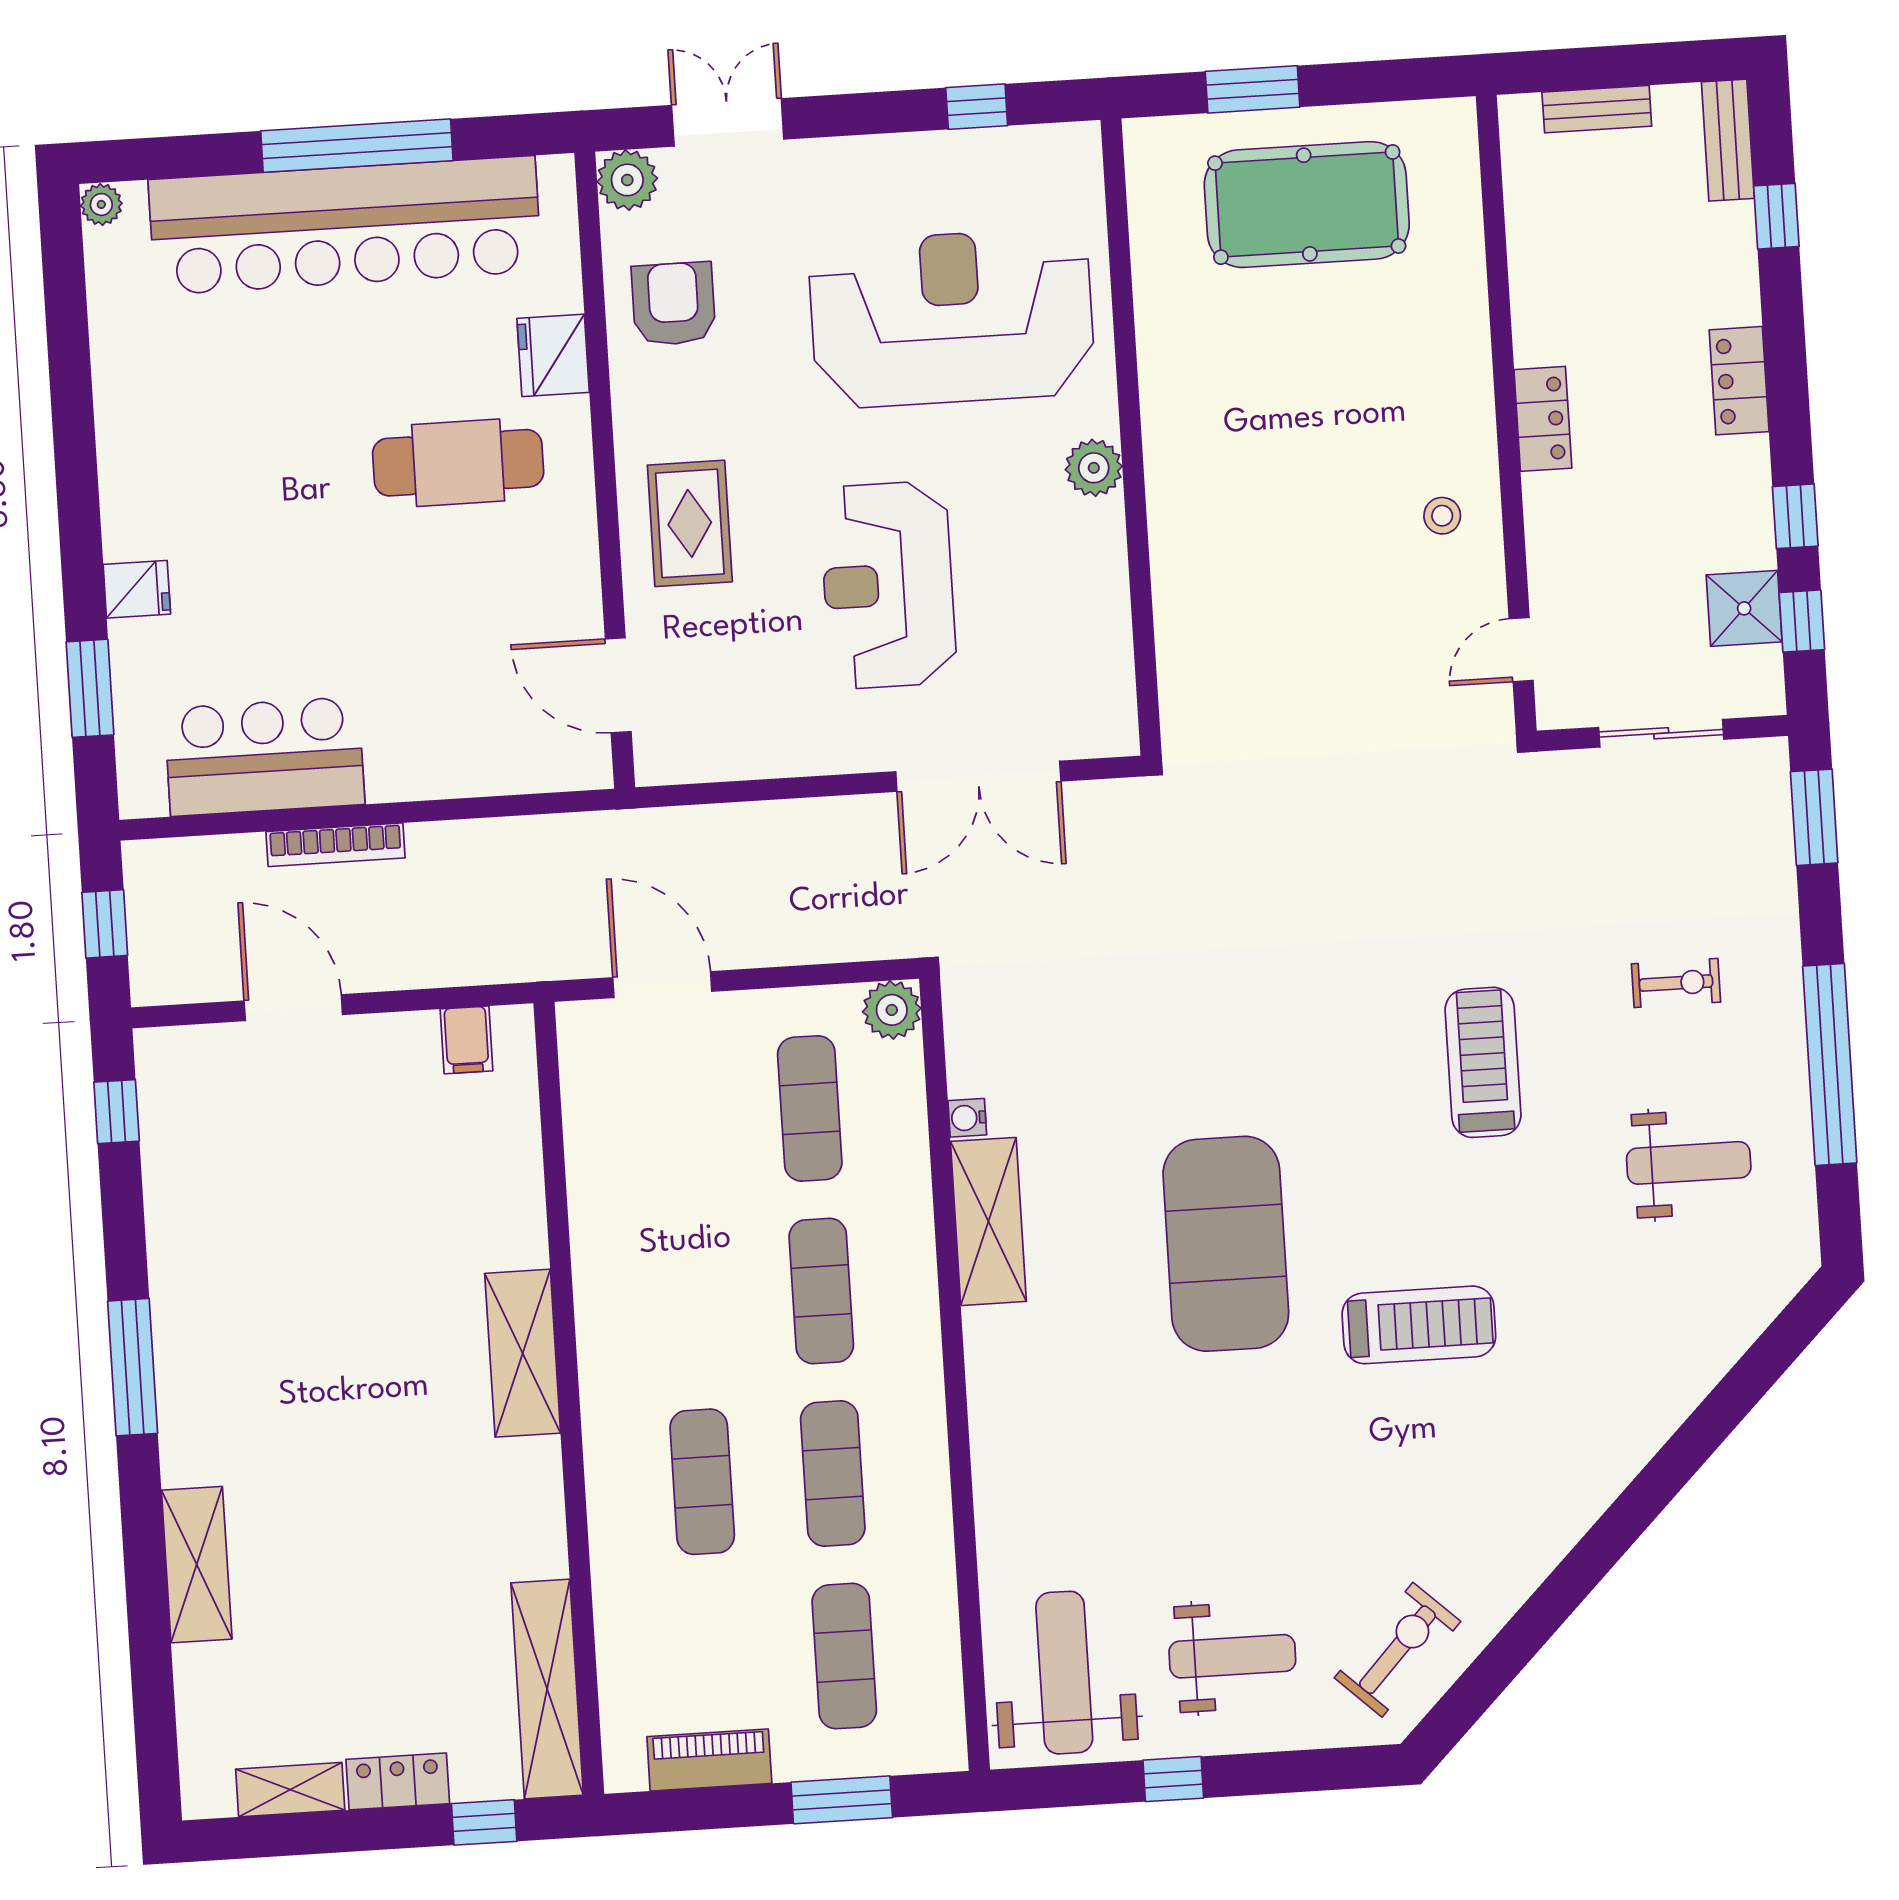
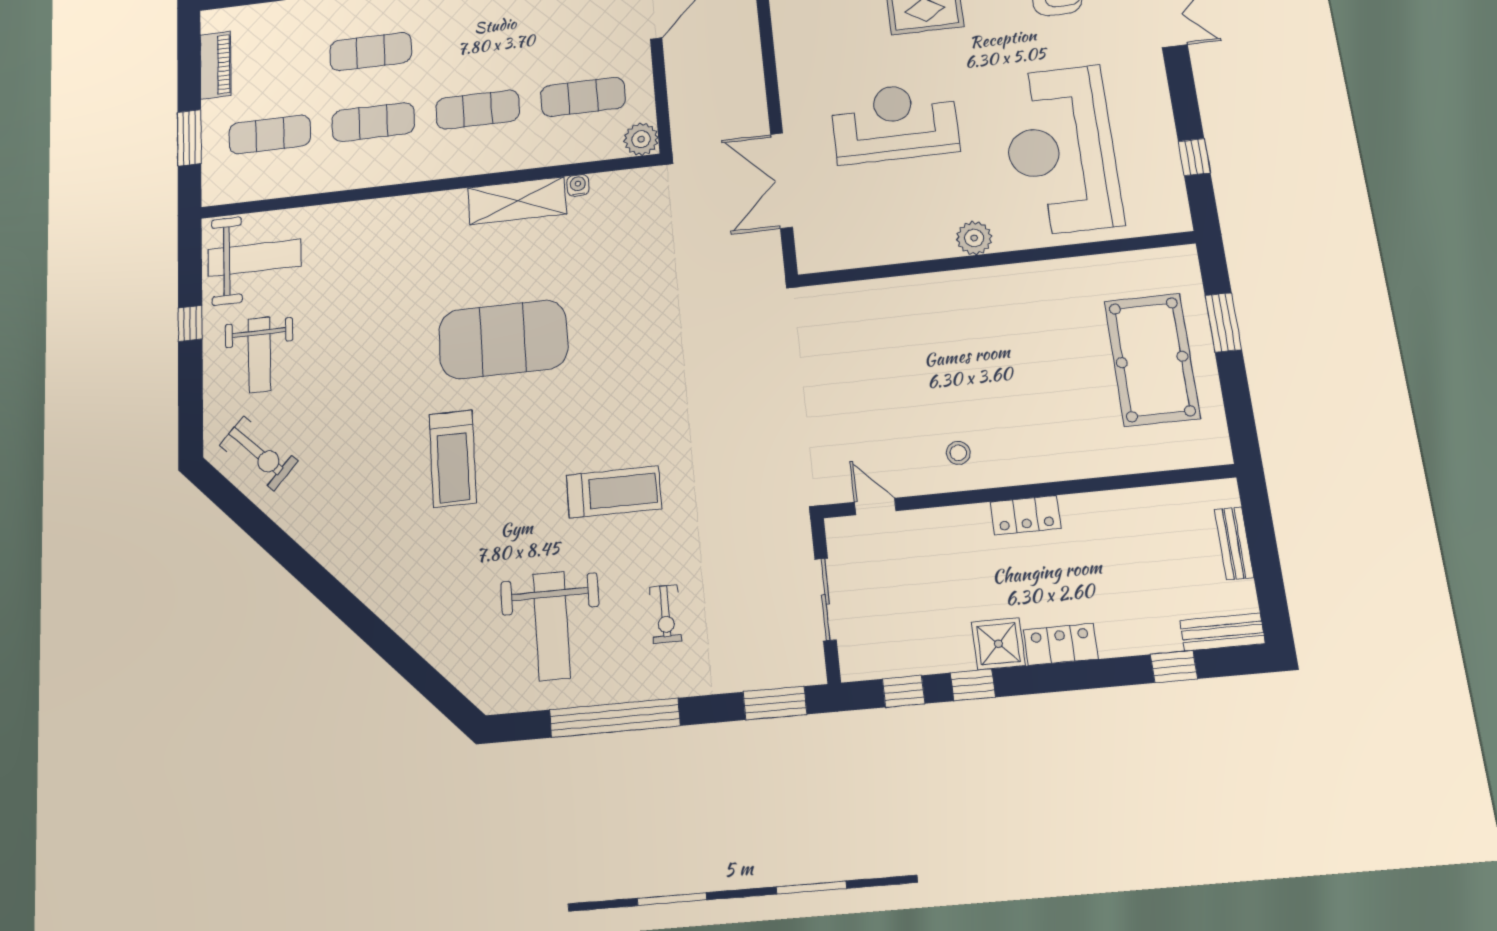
reception desk: (952, 318) -> (1061, 150), turned 180
shower: (1744, 608) -> (998, 644), moved
weight bench: (1689, 1163) -> (552, 626), width x1.36, depth x1.33

